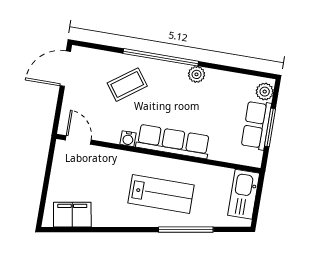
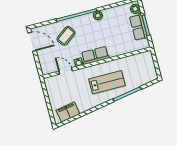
door: (65, 69) -> (32, 42), swing flipped
door: (78, 140) -> (66, 71), moved
row of seats: (173, 142) -> (95, 55), width x0.68
kitchen sink: (244, 194) -> (148, 64), removed

